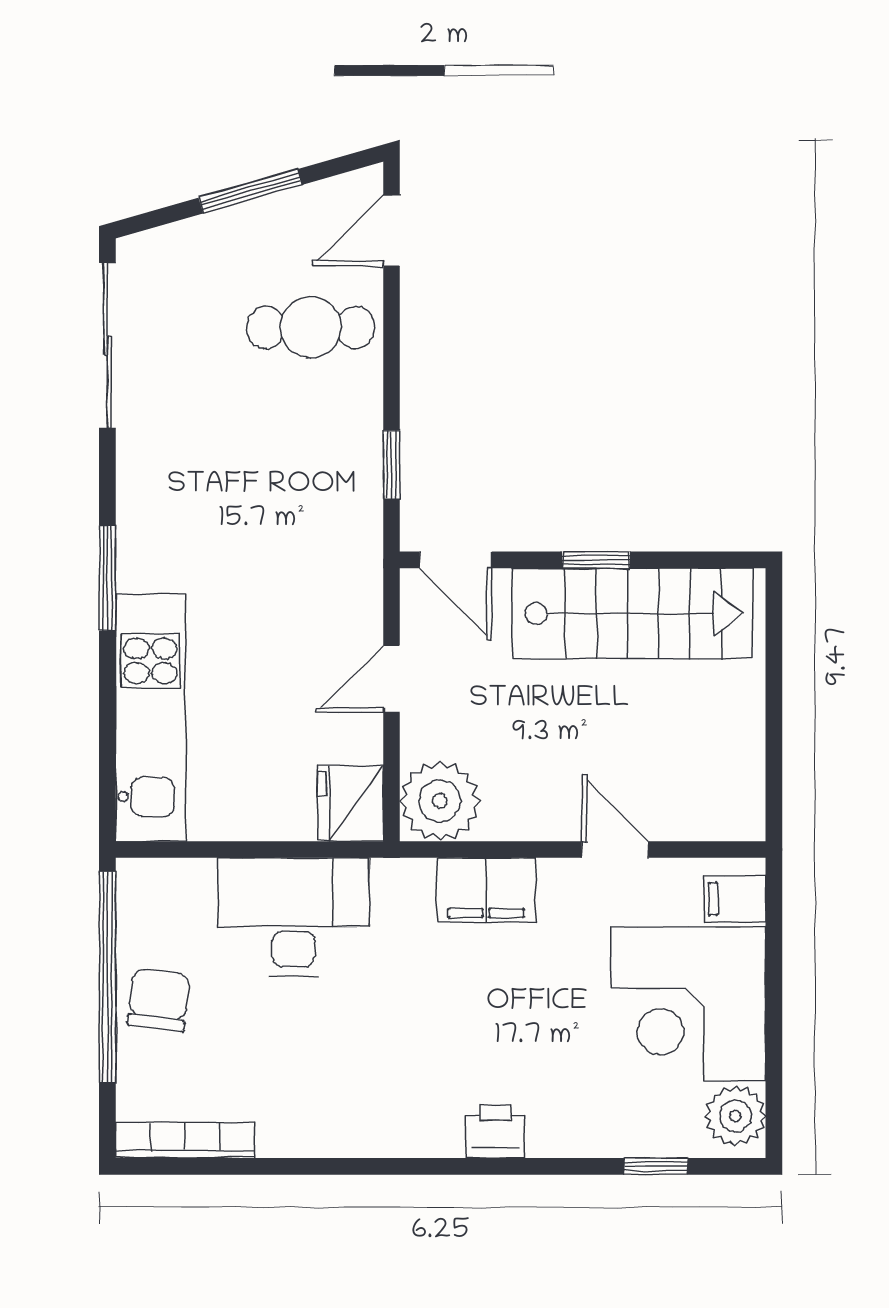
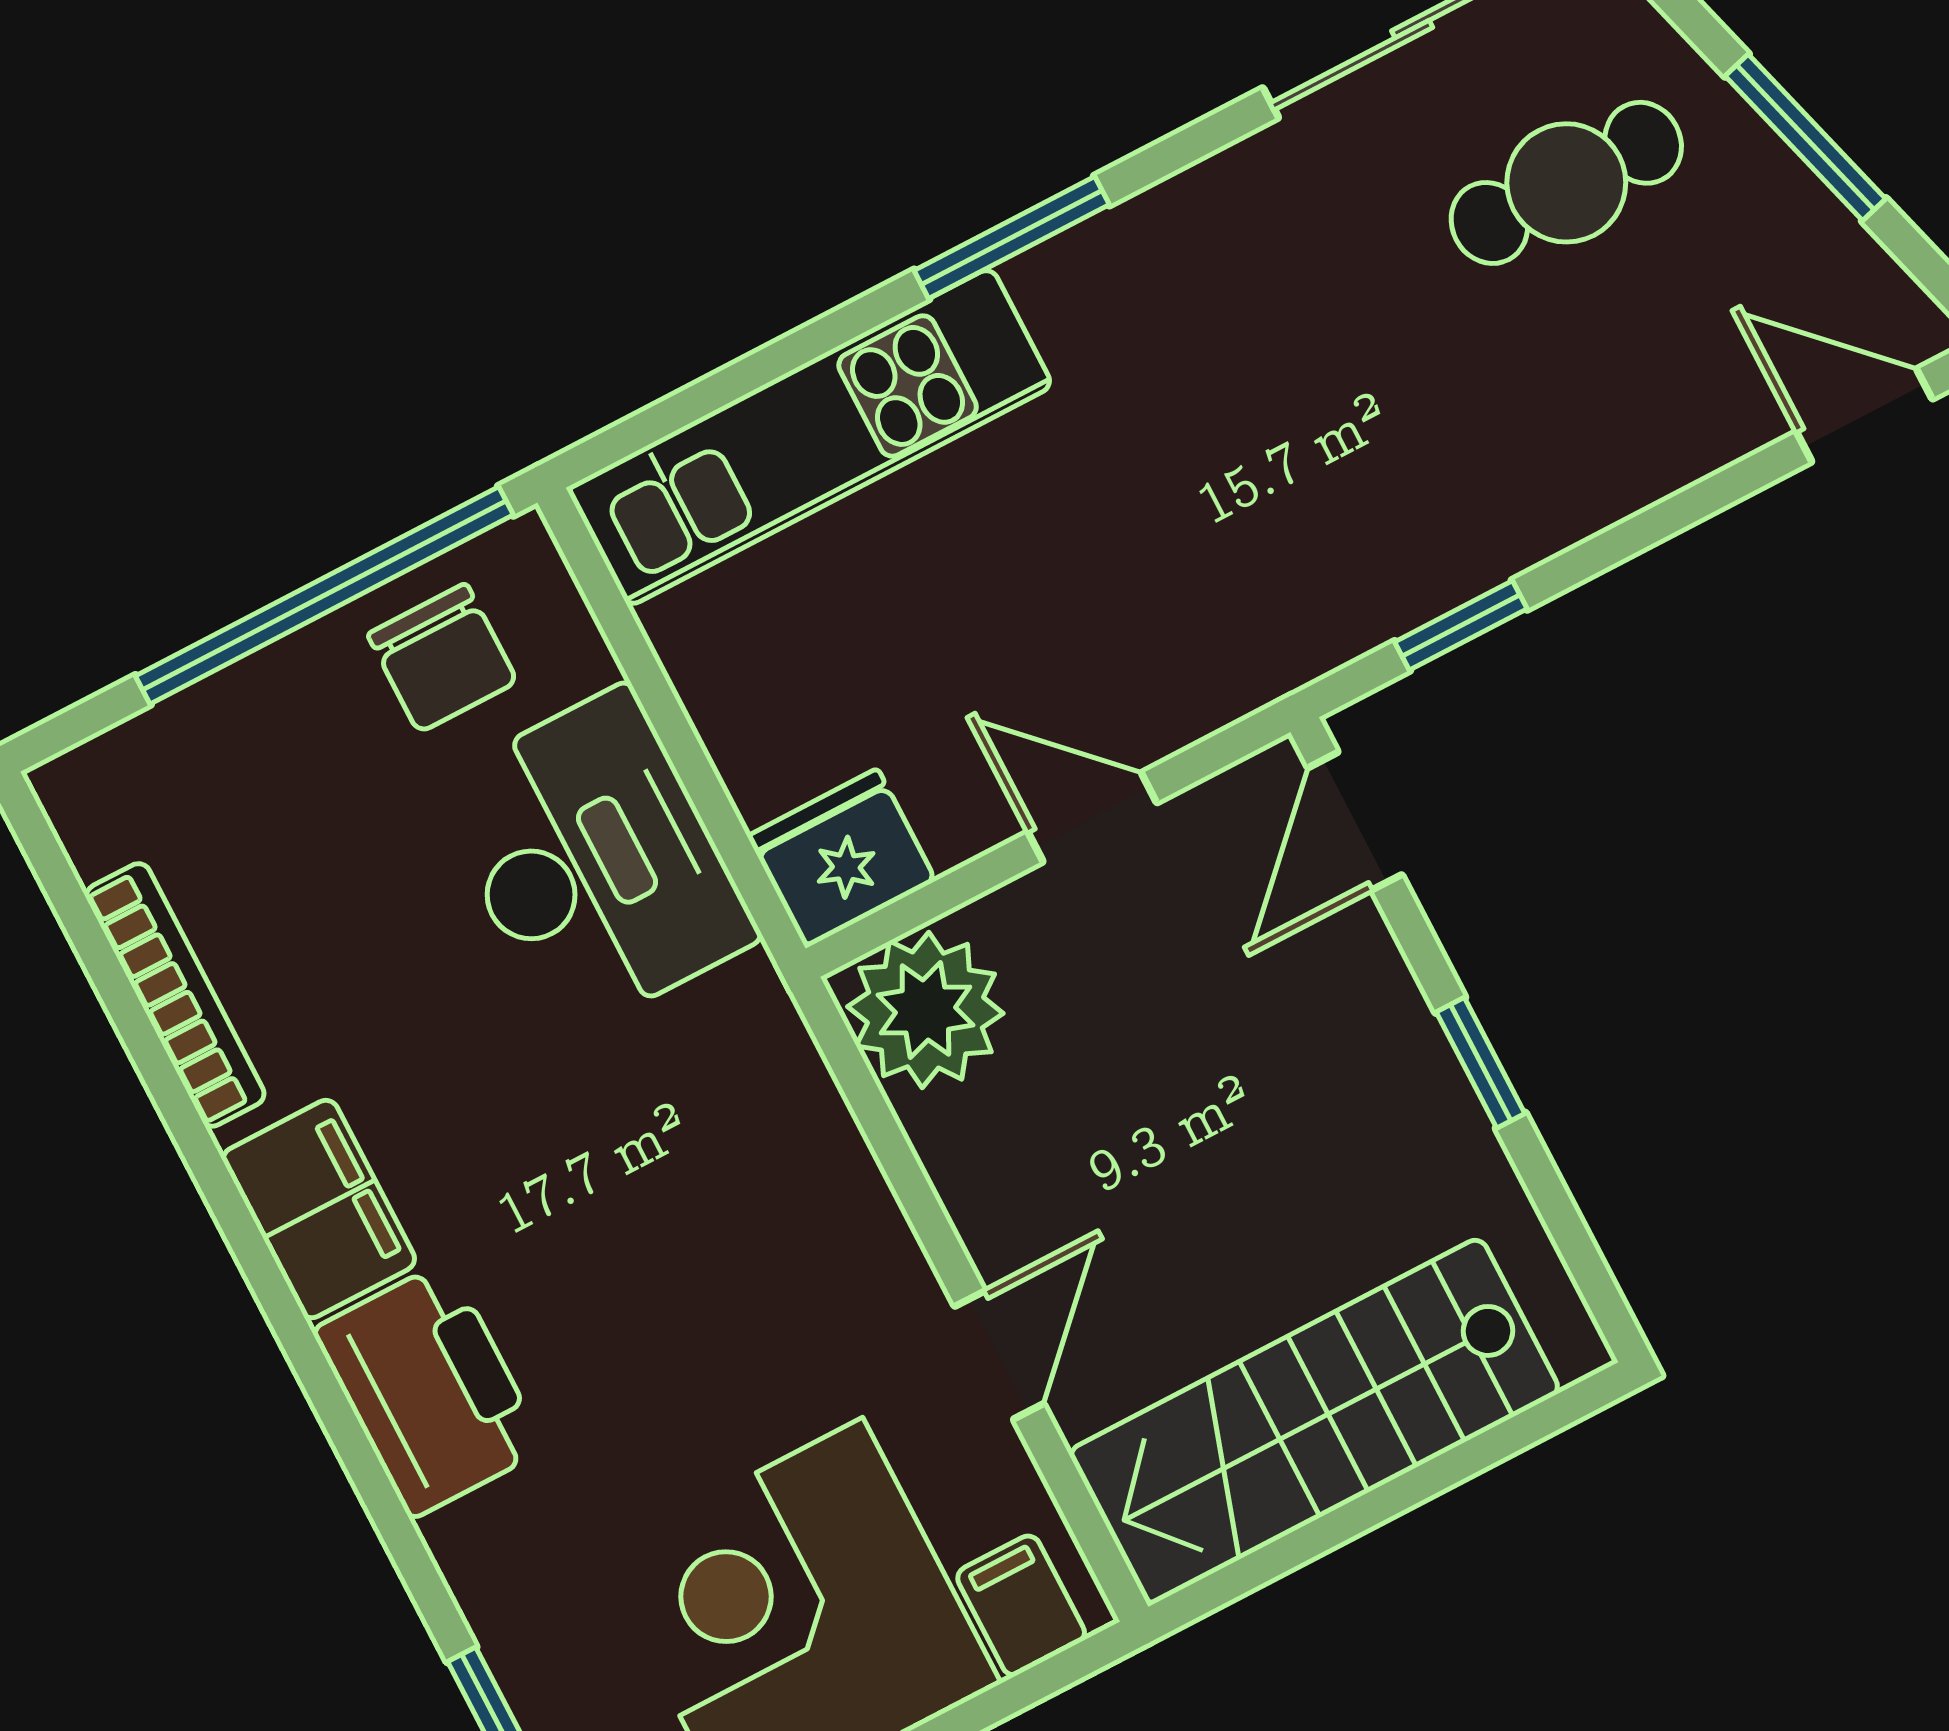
cafe table: (311, 327) -> (1566, 183), moved, turned 90
stairs: (632, 613) -> (1314, 1421), moved, turned 90
filing cabinet: (486, 890) -> (319, 1209), moved, turned 180
chair: (159, 1000) -> (442, 658), moved, turned 83
printer: (495, 1131) -> (429, 1390), width x1.87, depth x1.48
bookcase: (185, 1140) -> (175, 995), moved

